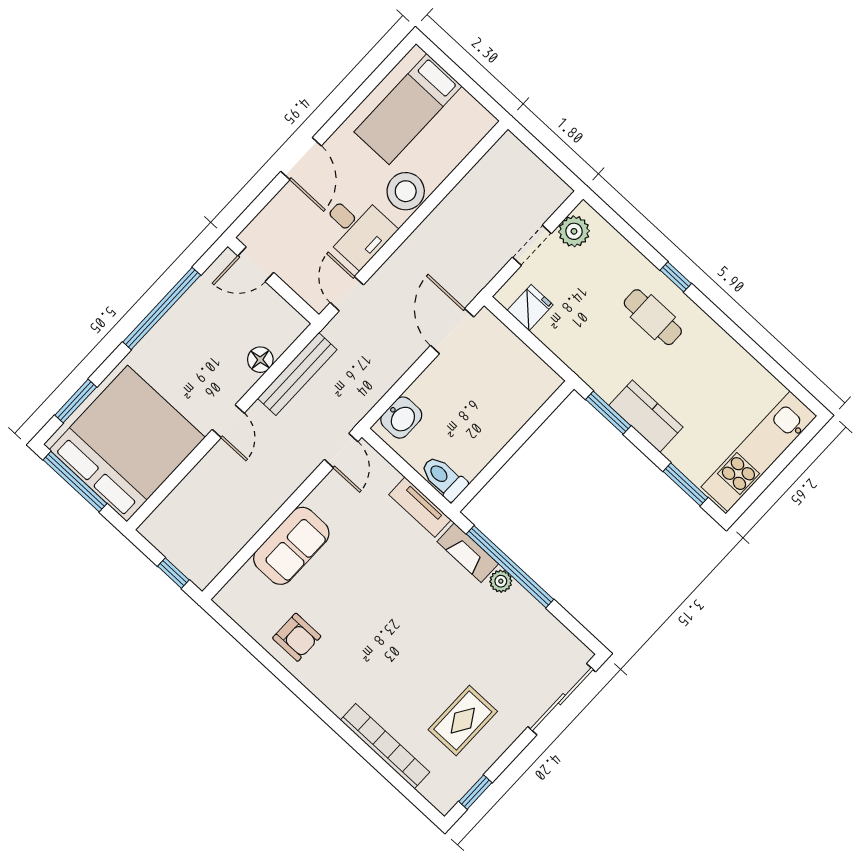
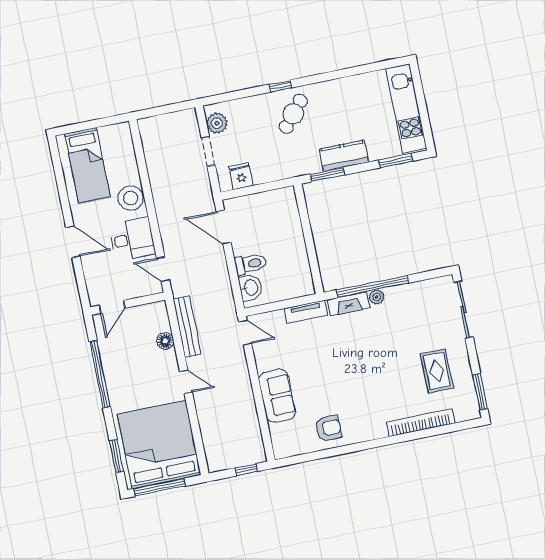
cafe table: (653, 317) -> (293, 114), turned -50
toilet: (444, 478) -> (251, 264), moved, turned 180
window: (475, 792) -> (480, 392), width x1.50

